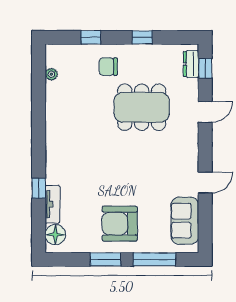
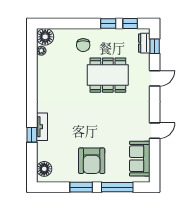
window: (91, 37) -> (130, 24), moved
floor lamp: (57, 55) -> (45, 37), added
chair: (108, 67) -> (83, 45), turned -90
tv unit: (52, 204) -> (42, 127), moved
armchair: (120, 224) -> (92, 161), turned -90

